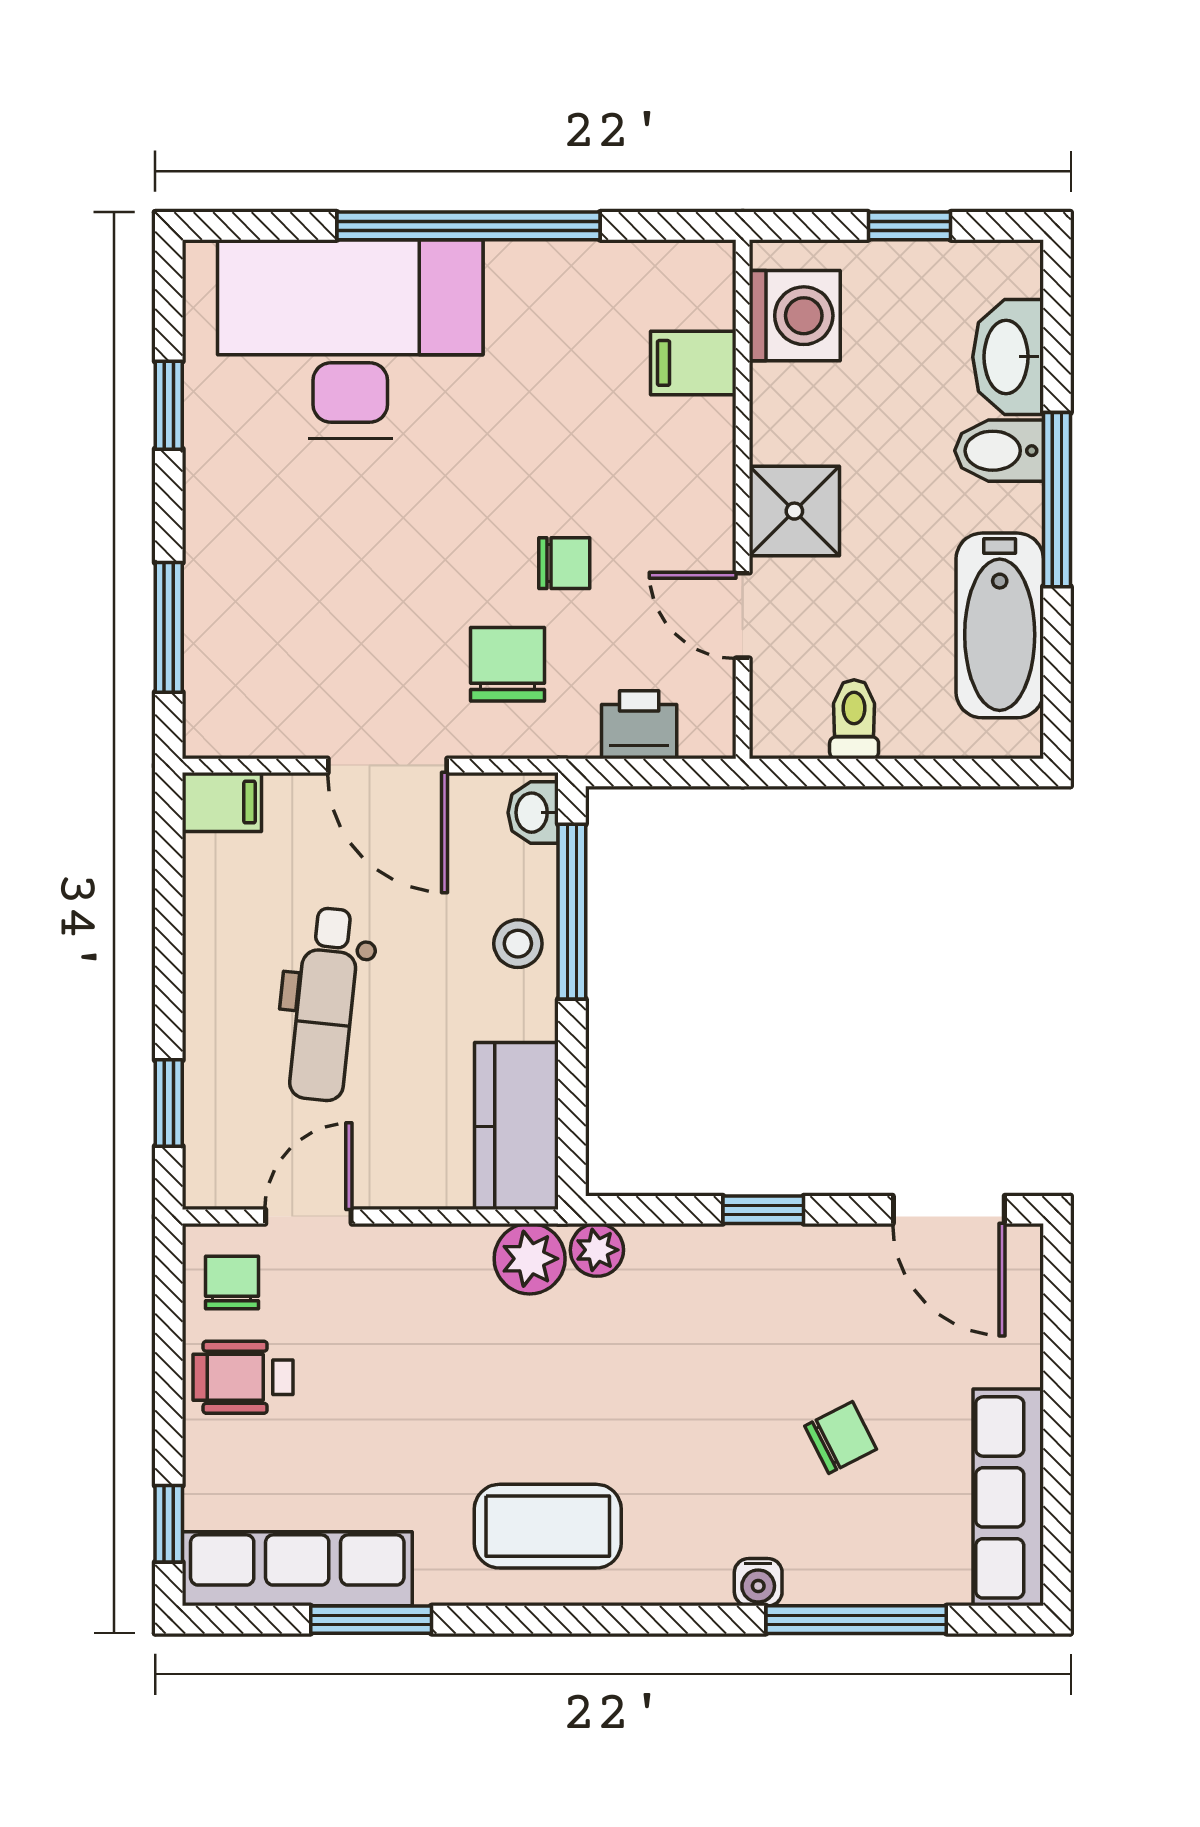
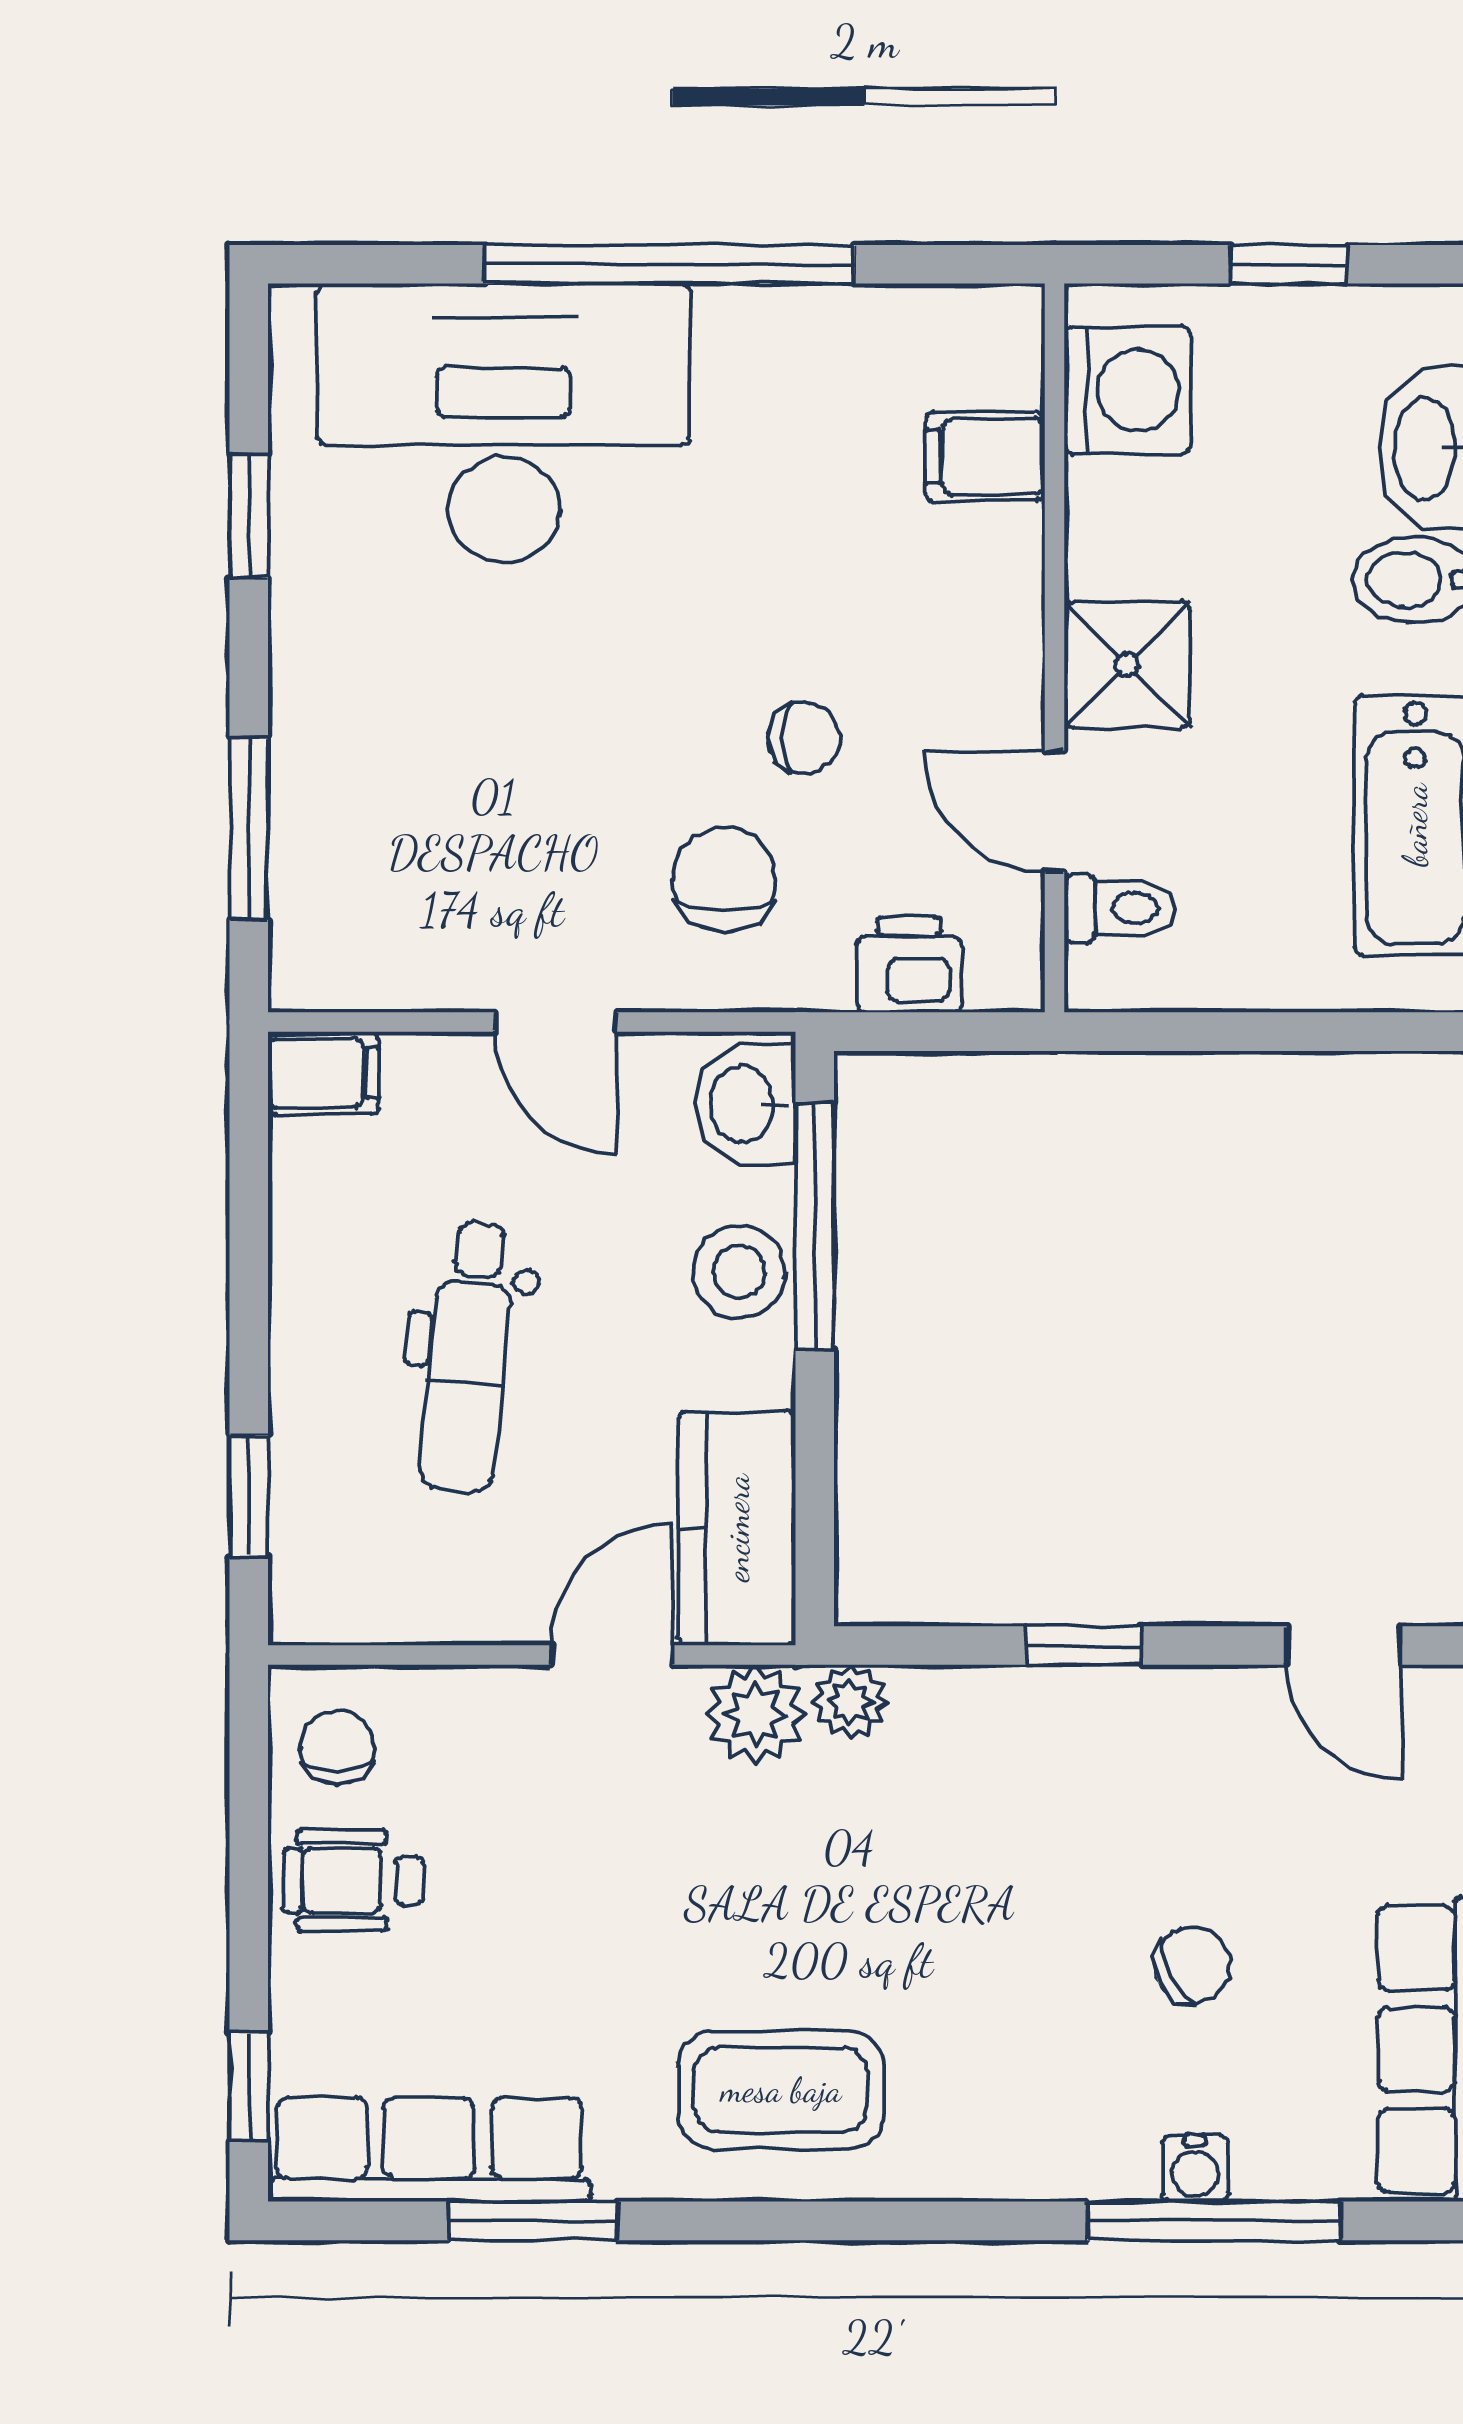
toilet: (854, 719) -> (1120, 908), moved, turned 90
door: (387, 766) -> (556, 1022), width x0.73
washbasin: (533, 813) -> (745, 1105), width x1.38, depth x1.45
stool: (518, 944) -> (739, 1272), width x1.37, depth x1.37
door: (949, 1210) -> (1344, 1645), width x0.73
door: (308, 1217) -> (612, 1655), moved
water cooler: (758, 1582) -> (1195, 2168), moved

